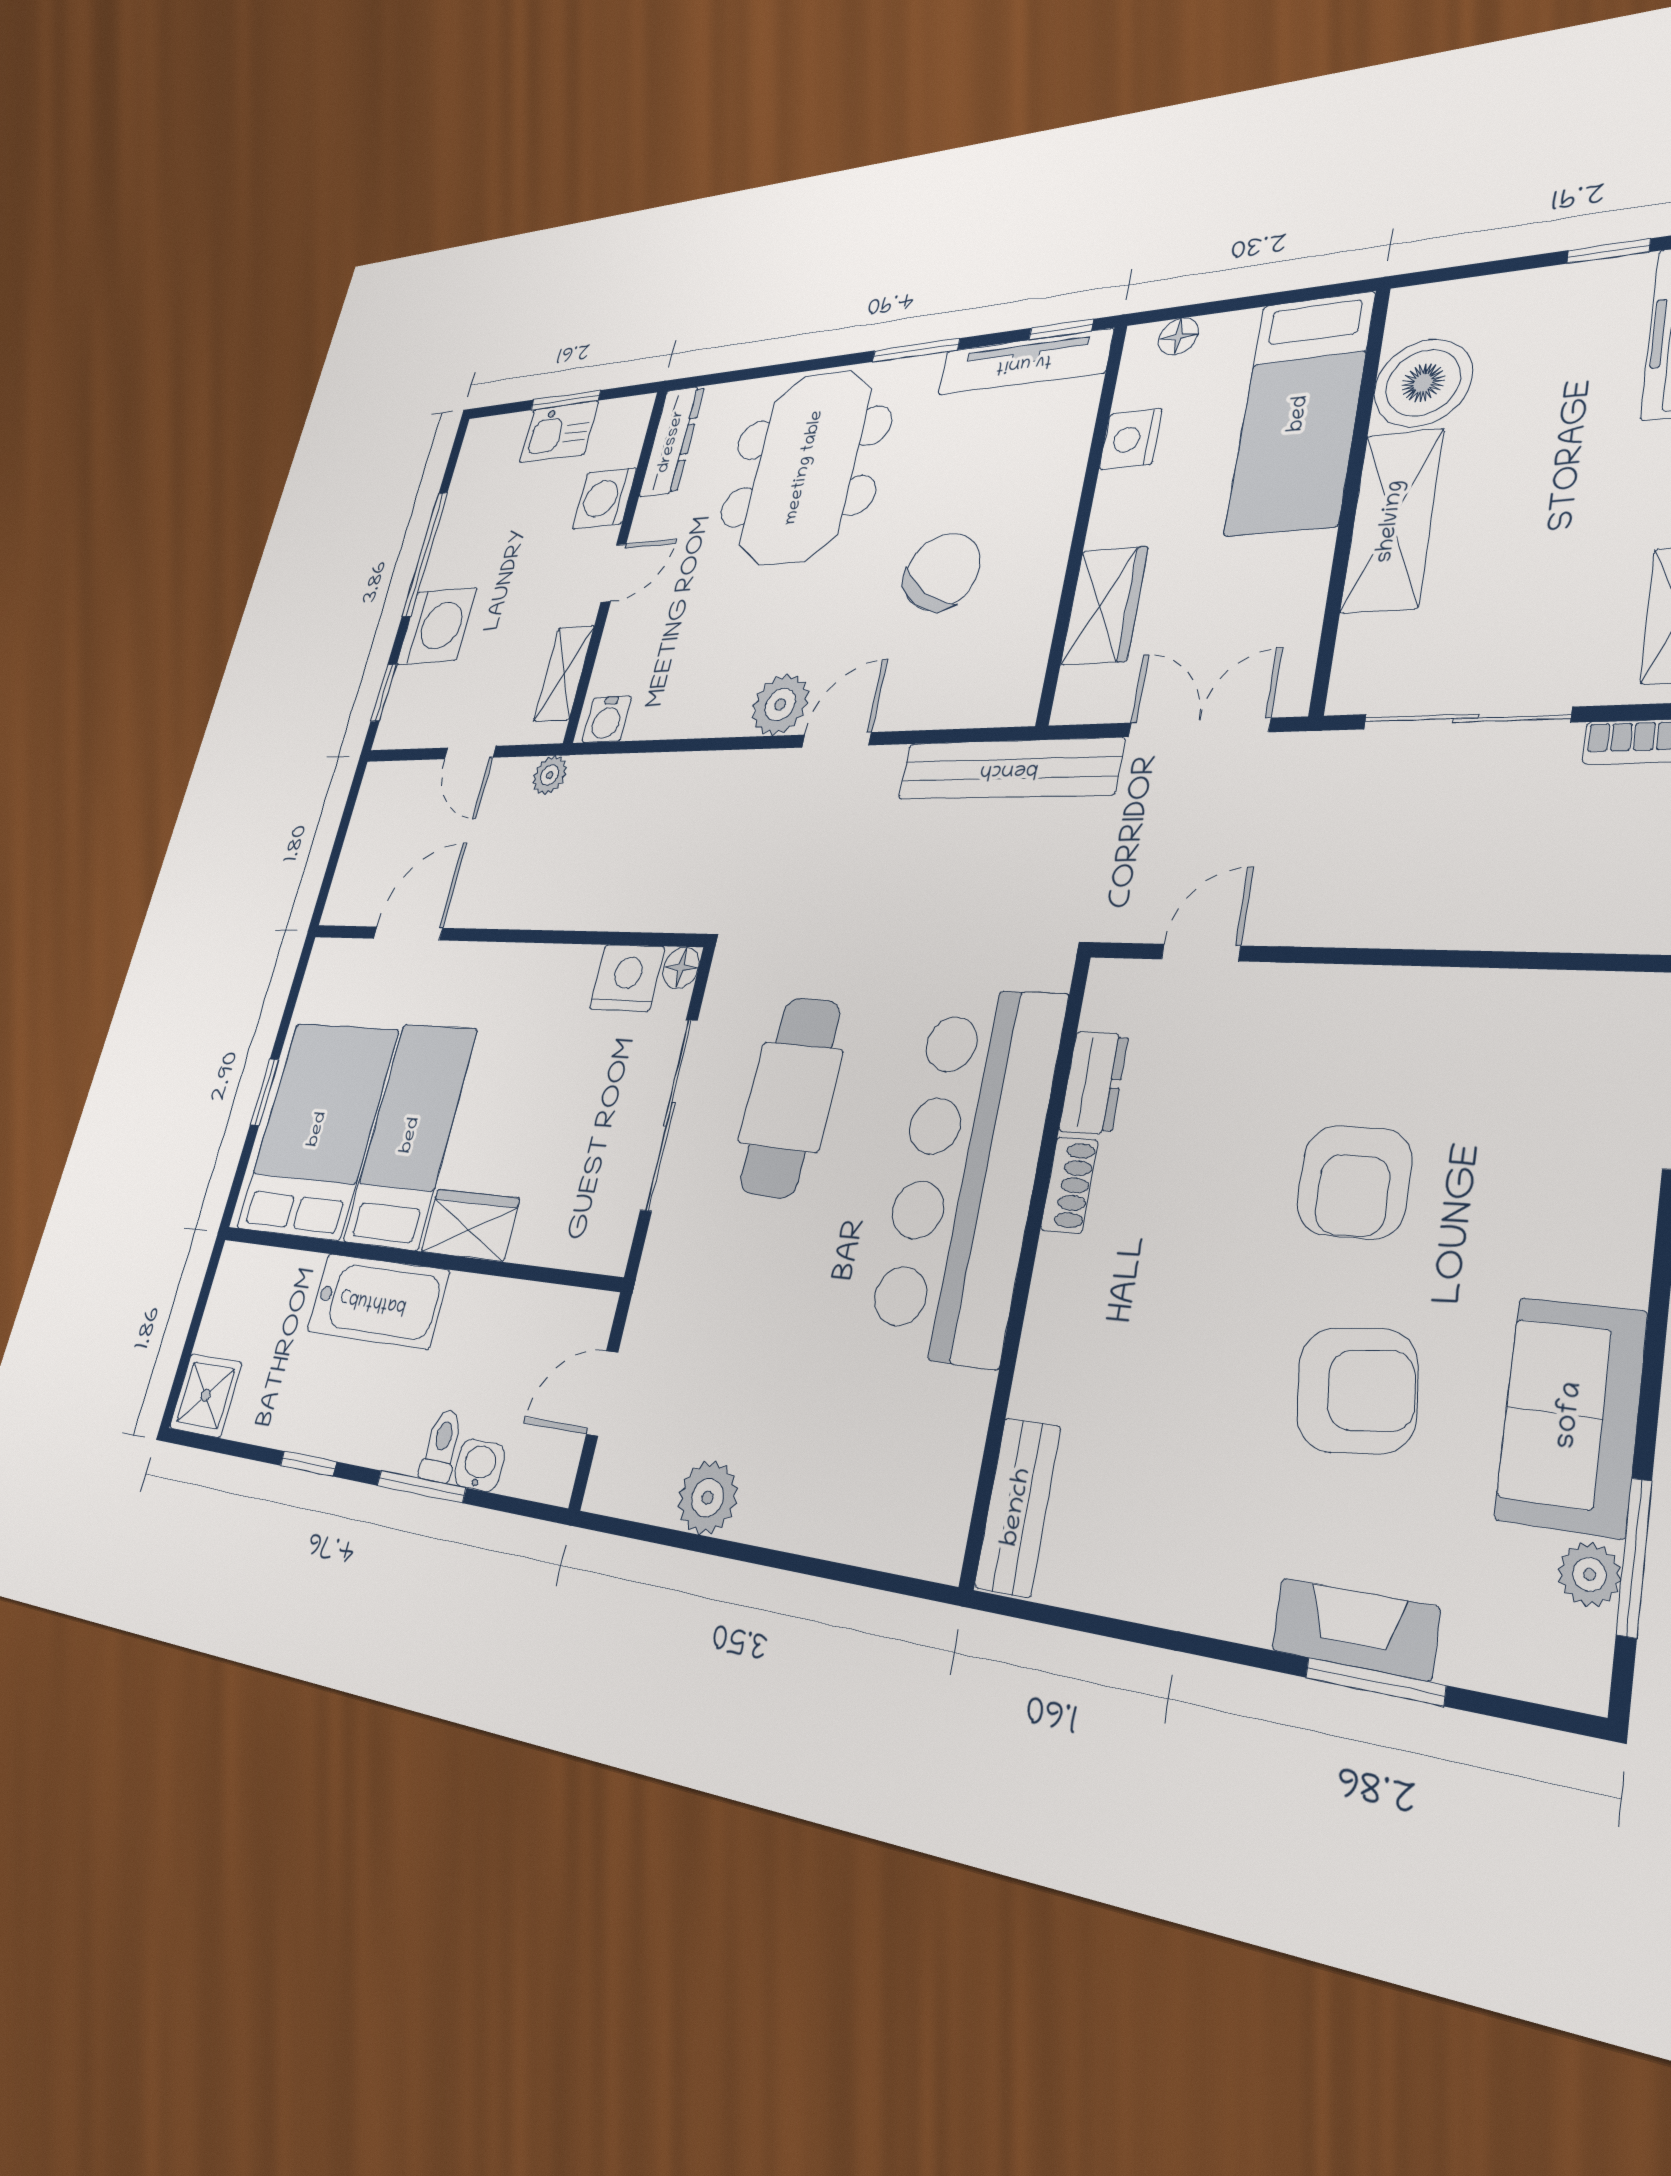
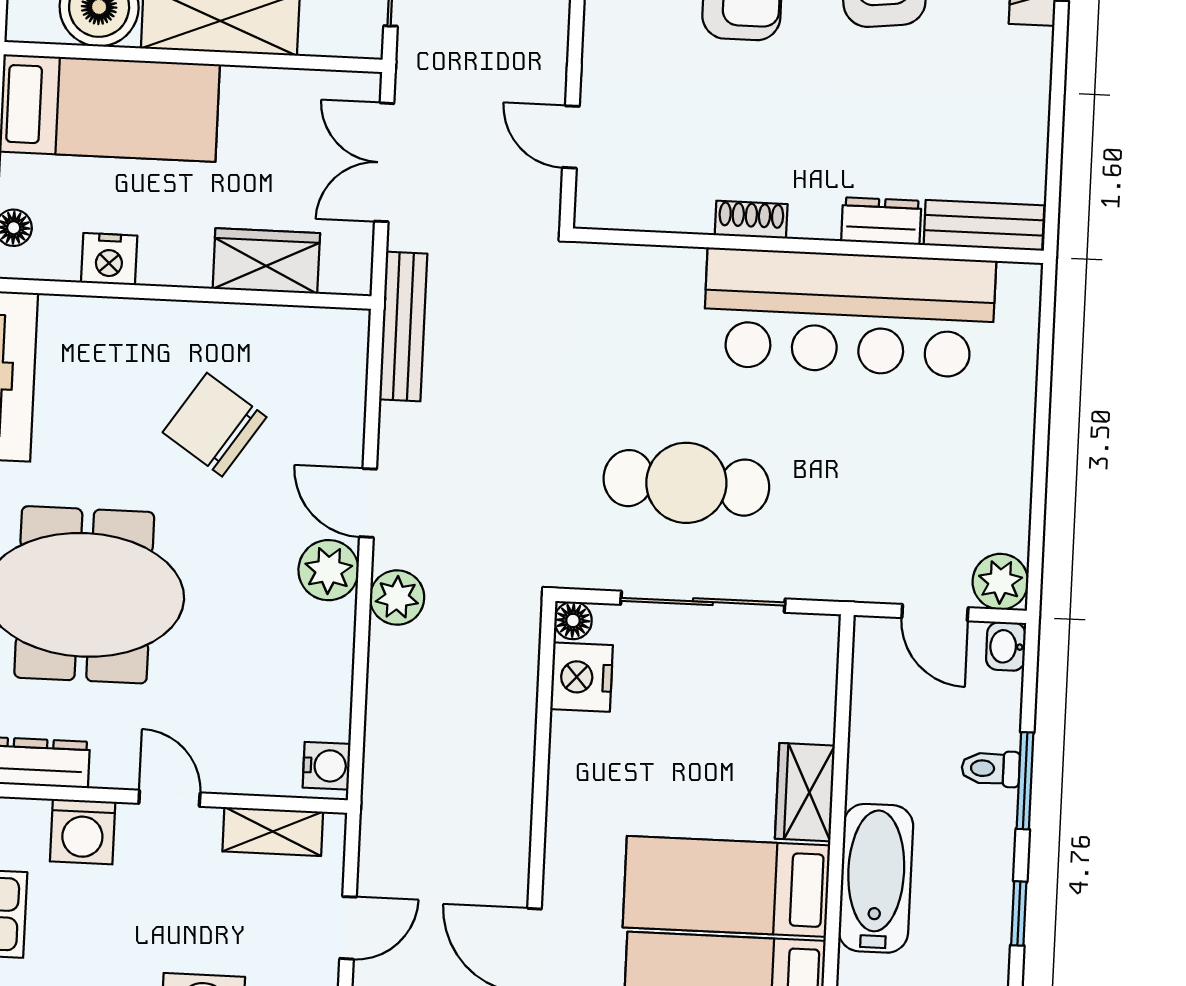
bench: (1009, 769) -> (403, 326), width x0.73, depth x0.82
plant: (550, 775) -> (397, 598), moved, width x1.38, depth x1.38
dresser: (1094, 1083) -> (881, 221), moved
bar counter: (967, 1171) -> (849, 313), moved
washbasin: (479, 1465) -> (1006, 646), moved
plant: (708, 1498) -> (1000, 582), moved

